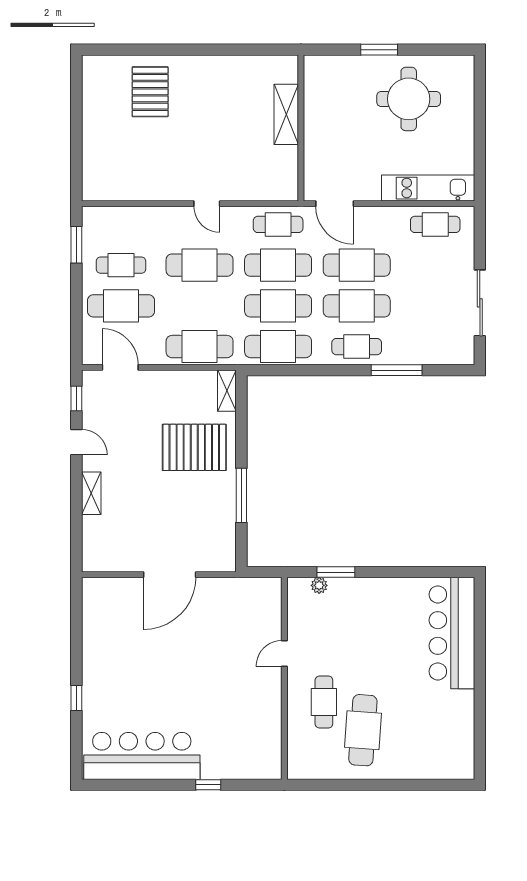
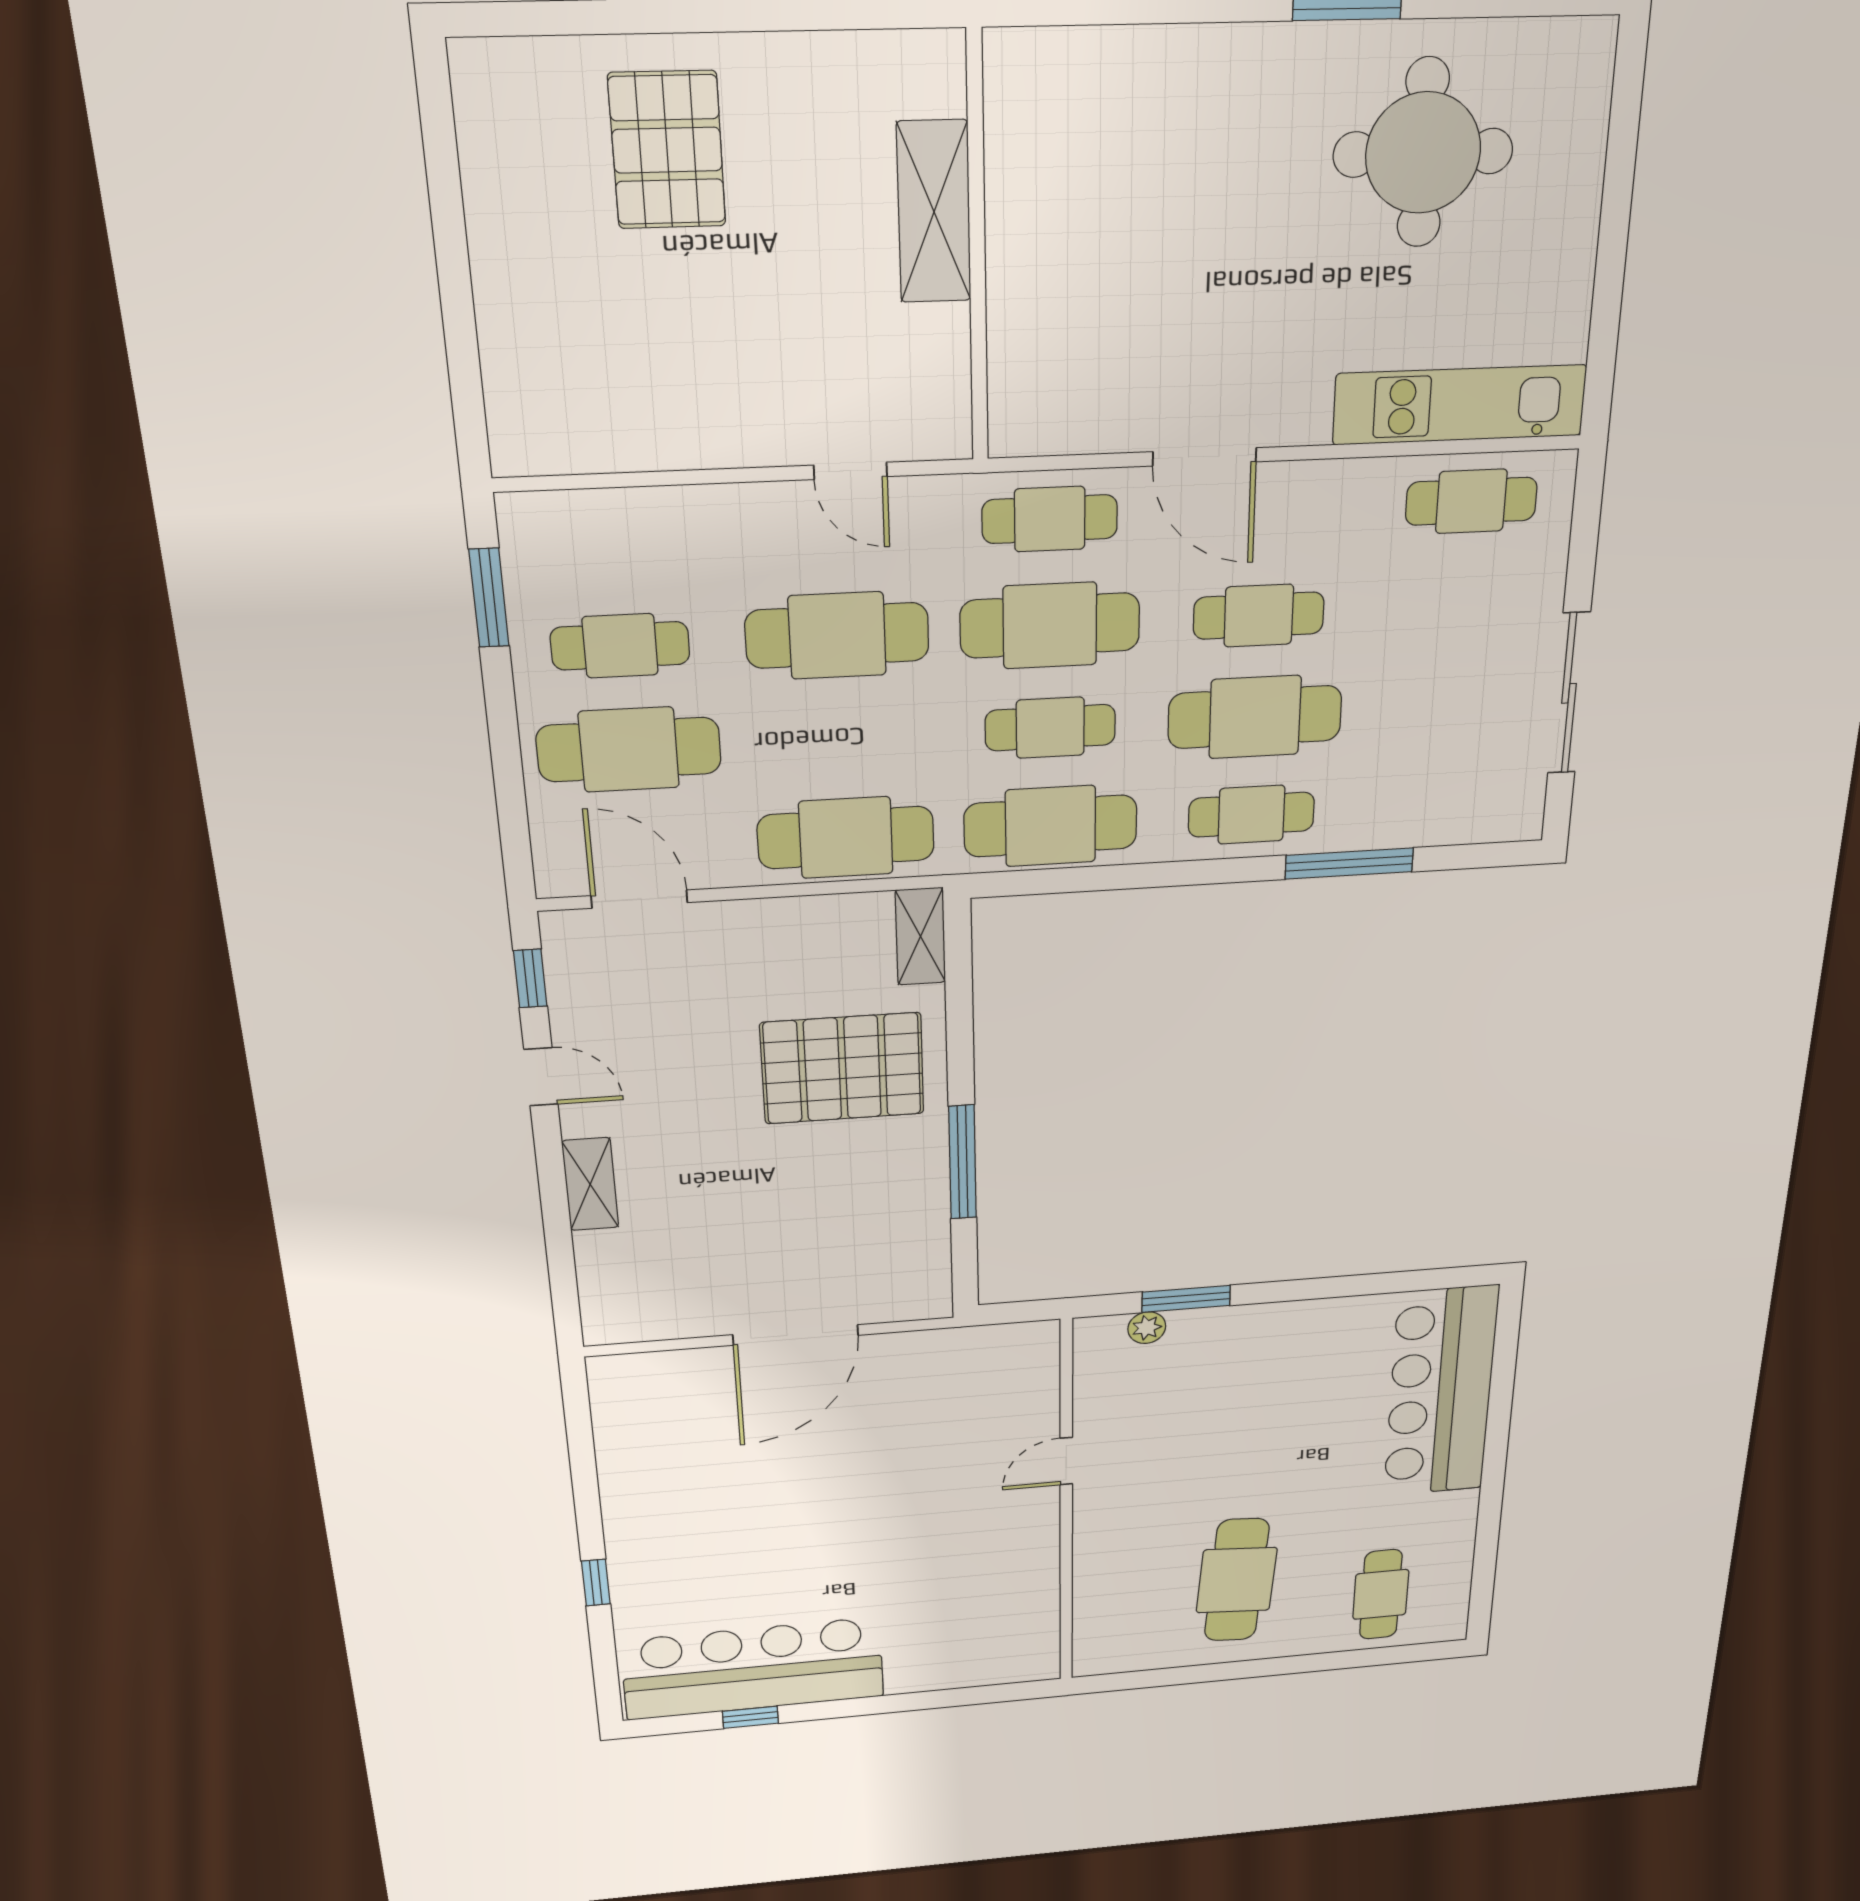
shelving: (286, 114) -> (934, 212), moved
wall: (301, 128) -> (977, 251), moved
cafe table: (357, 265) -> (1259, 616), width x0.73, depth x0.74
cafe table: (278, 306) -> (1050, 728), width x0.73, depth x0.74
cafe table: (324, 702) -> (1381, 1594), moved
window: (208, 785) -> (750, 1717), moved

